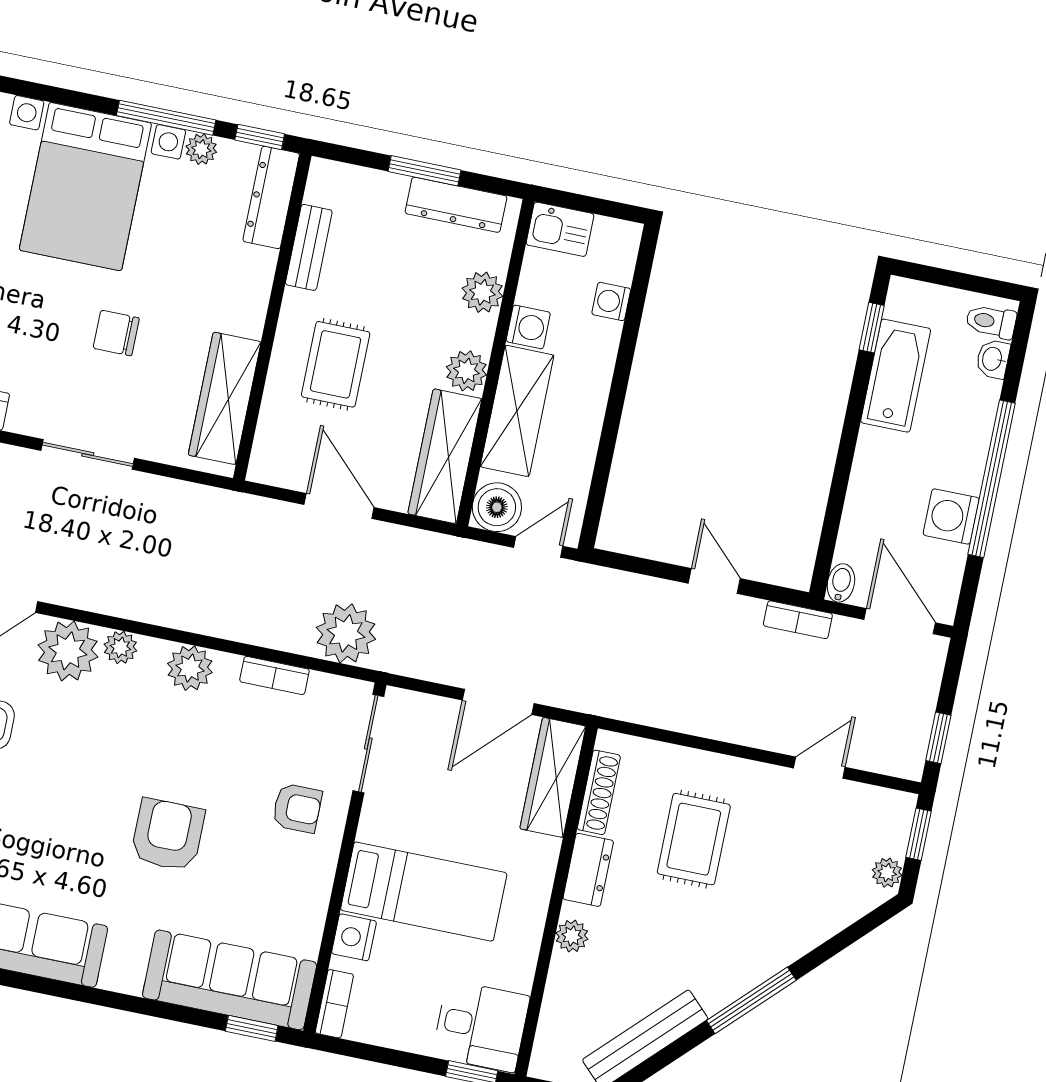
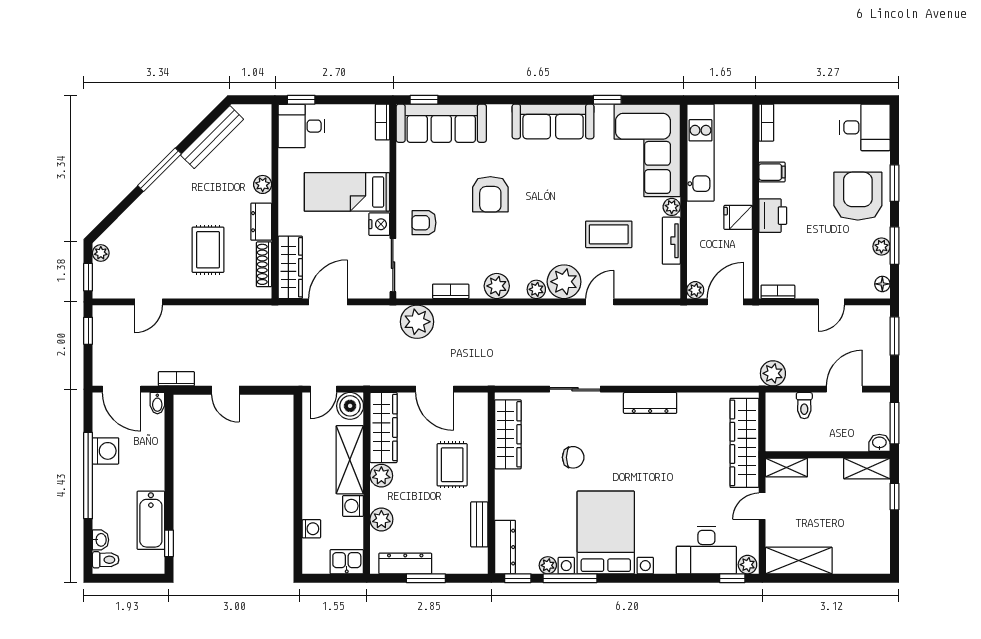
nightstand: (354, 937) -> (379, 224), moved

